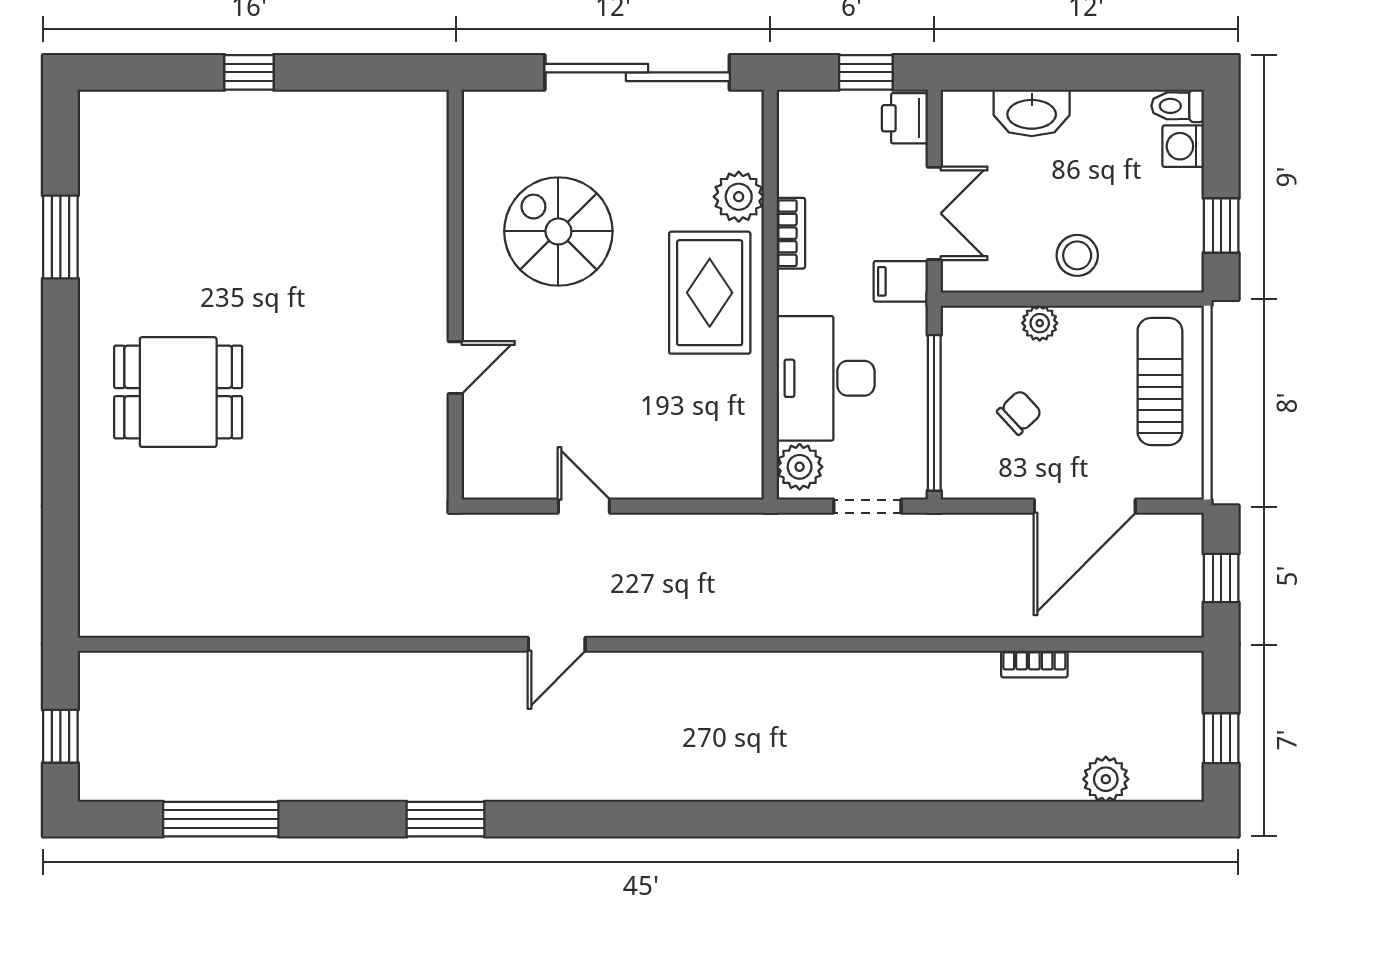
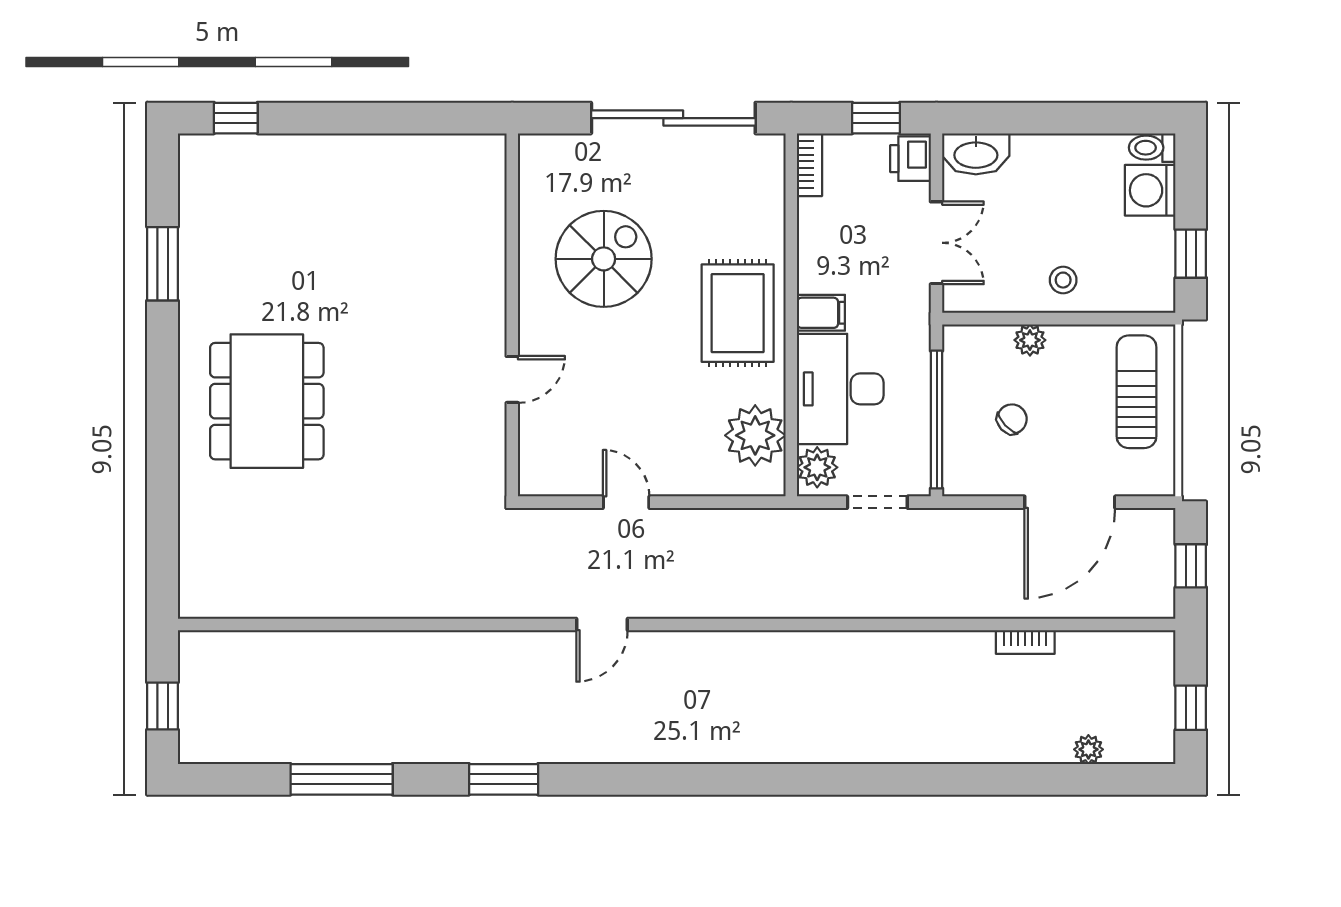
window: (249, 72) -> (236, 118), moved
washbasin: (1032, 113) -> (976, 154), moved
washing machine: (1183, 146) -> (1150, 190), width x1.38, depth x1.38
plant: (739, 197) -> (755, 435), moved, width x1.36, depth x1.36
spiral stairs: (558, 231) -> (604, 259), turned 90
bookcase: (791, 233) -> (810, 165), moved
stool: (1077, 255) -> (1063, 280), width x0.73, depth x0.73
filing cabinet: (901, 281) -> (821, 313), moved, turned 180
dining table: (178, 392) -> (267, 401), width x1.38
plant: (1106, 779) -> (1088, 749), width x0.73, depth x0.73
window: (221, 819) -> (342, 779), moved

